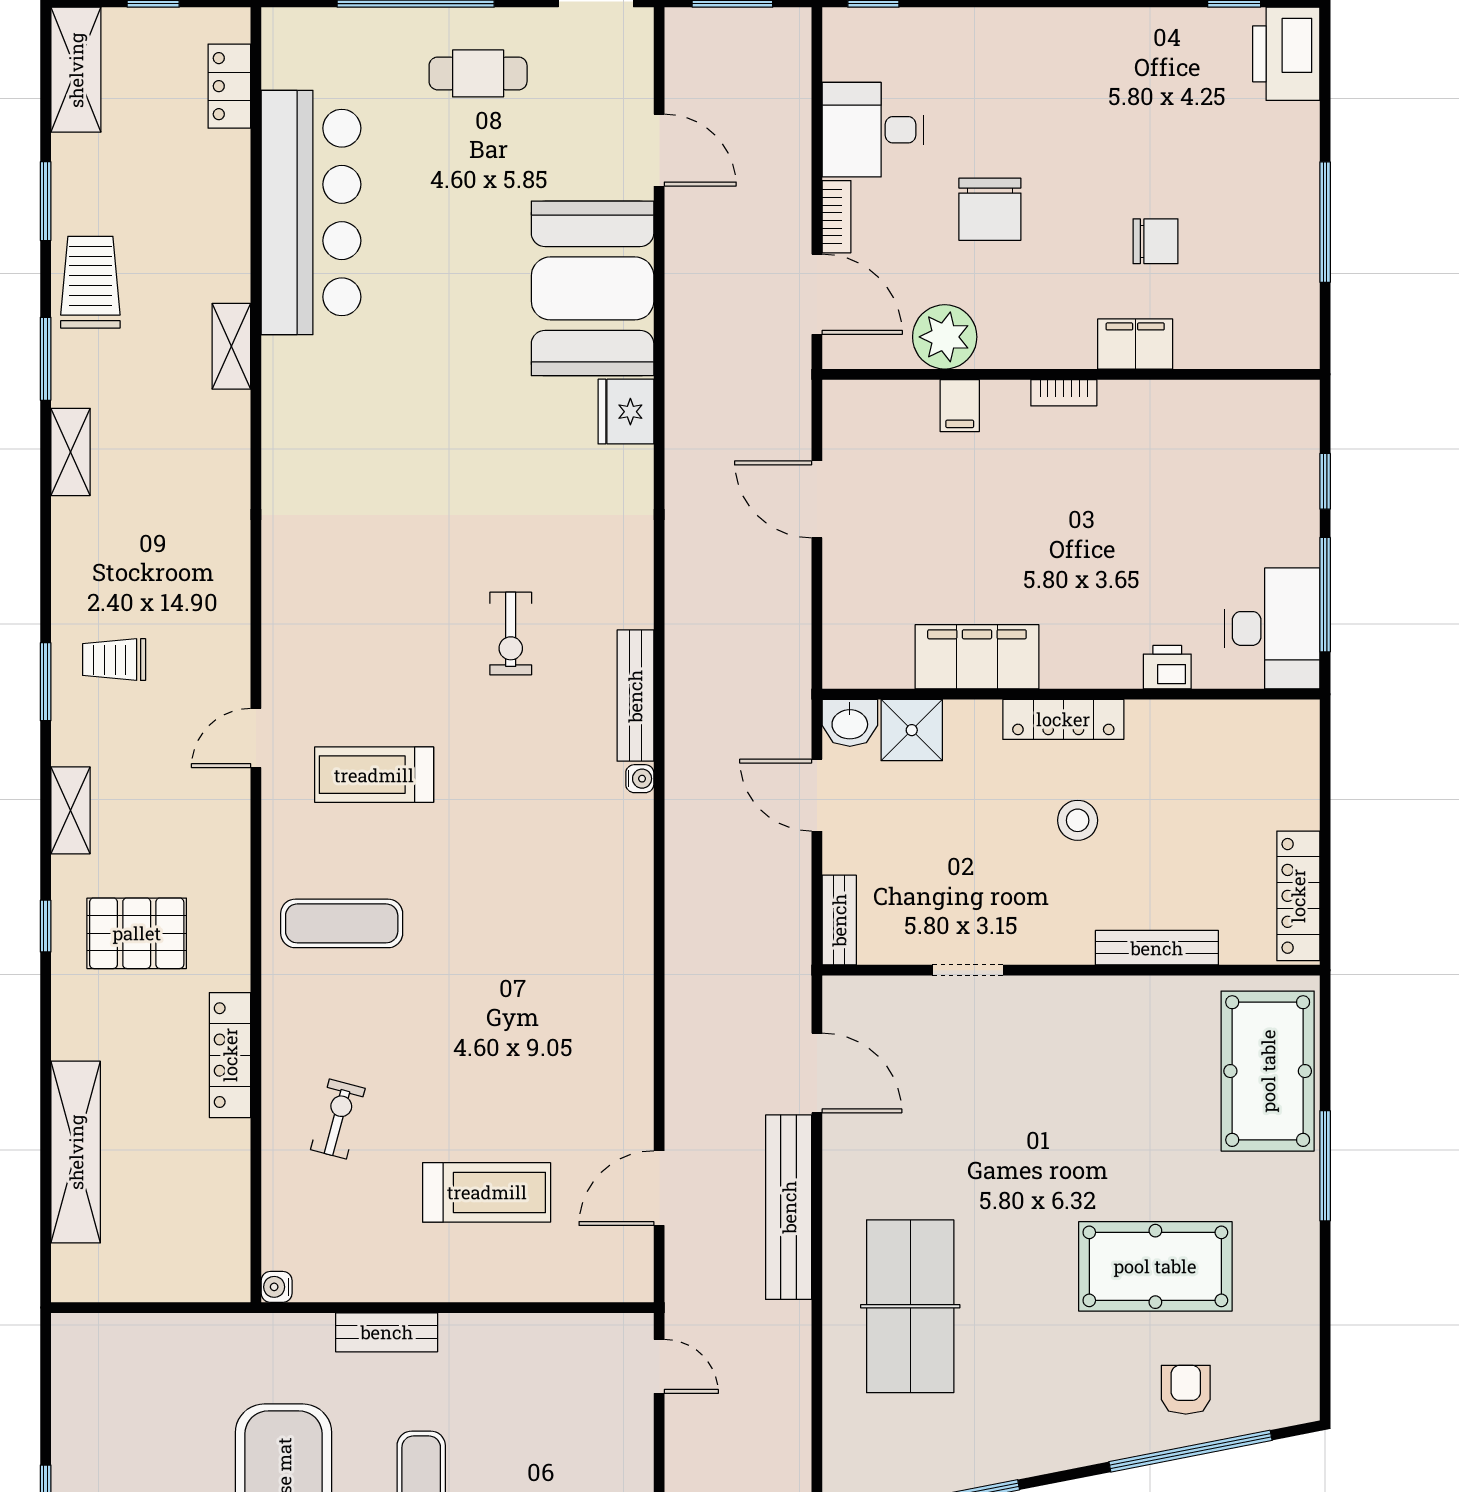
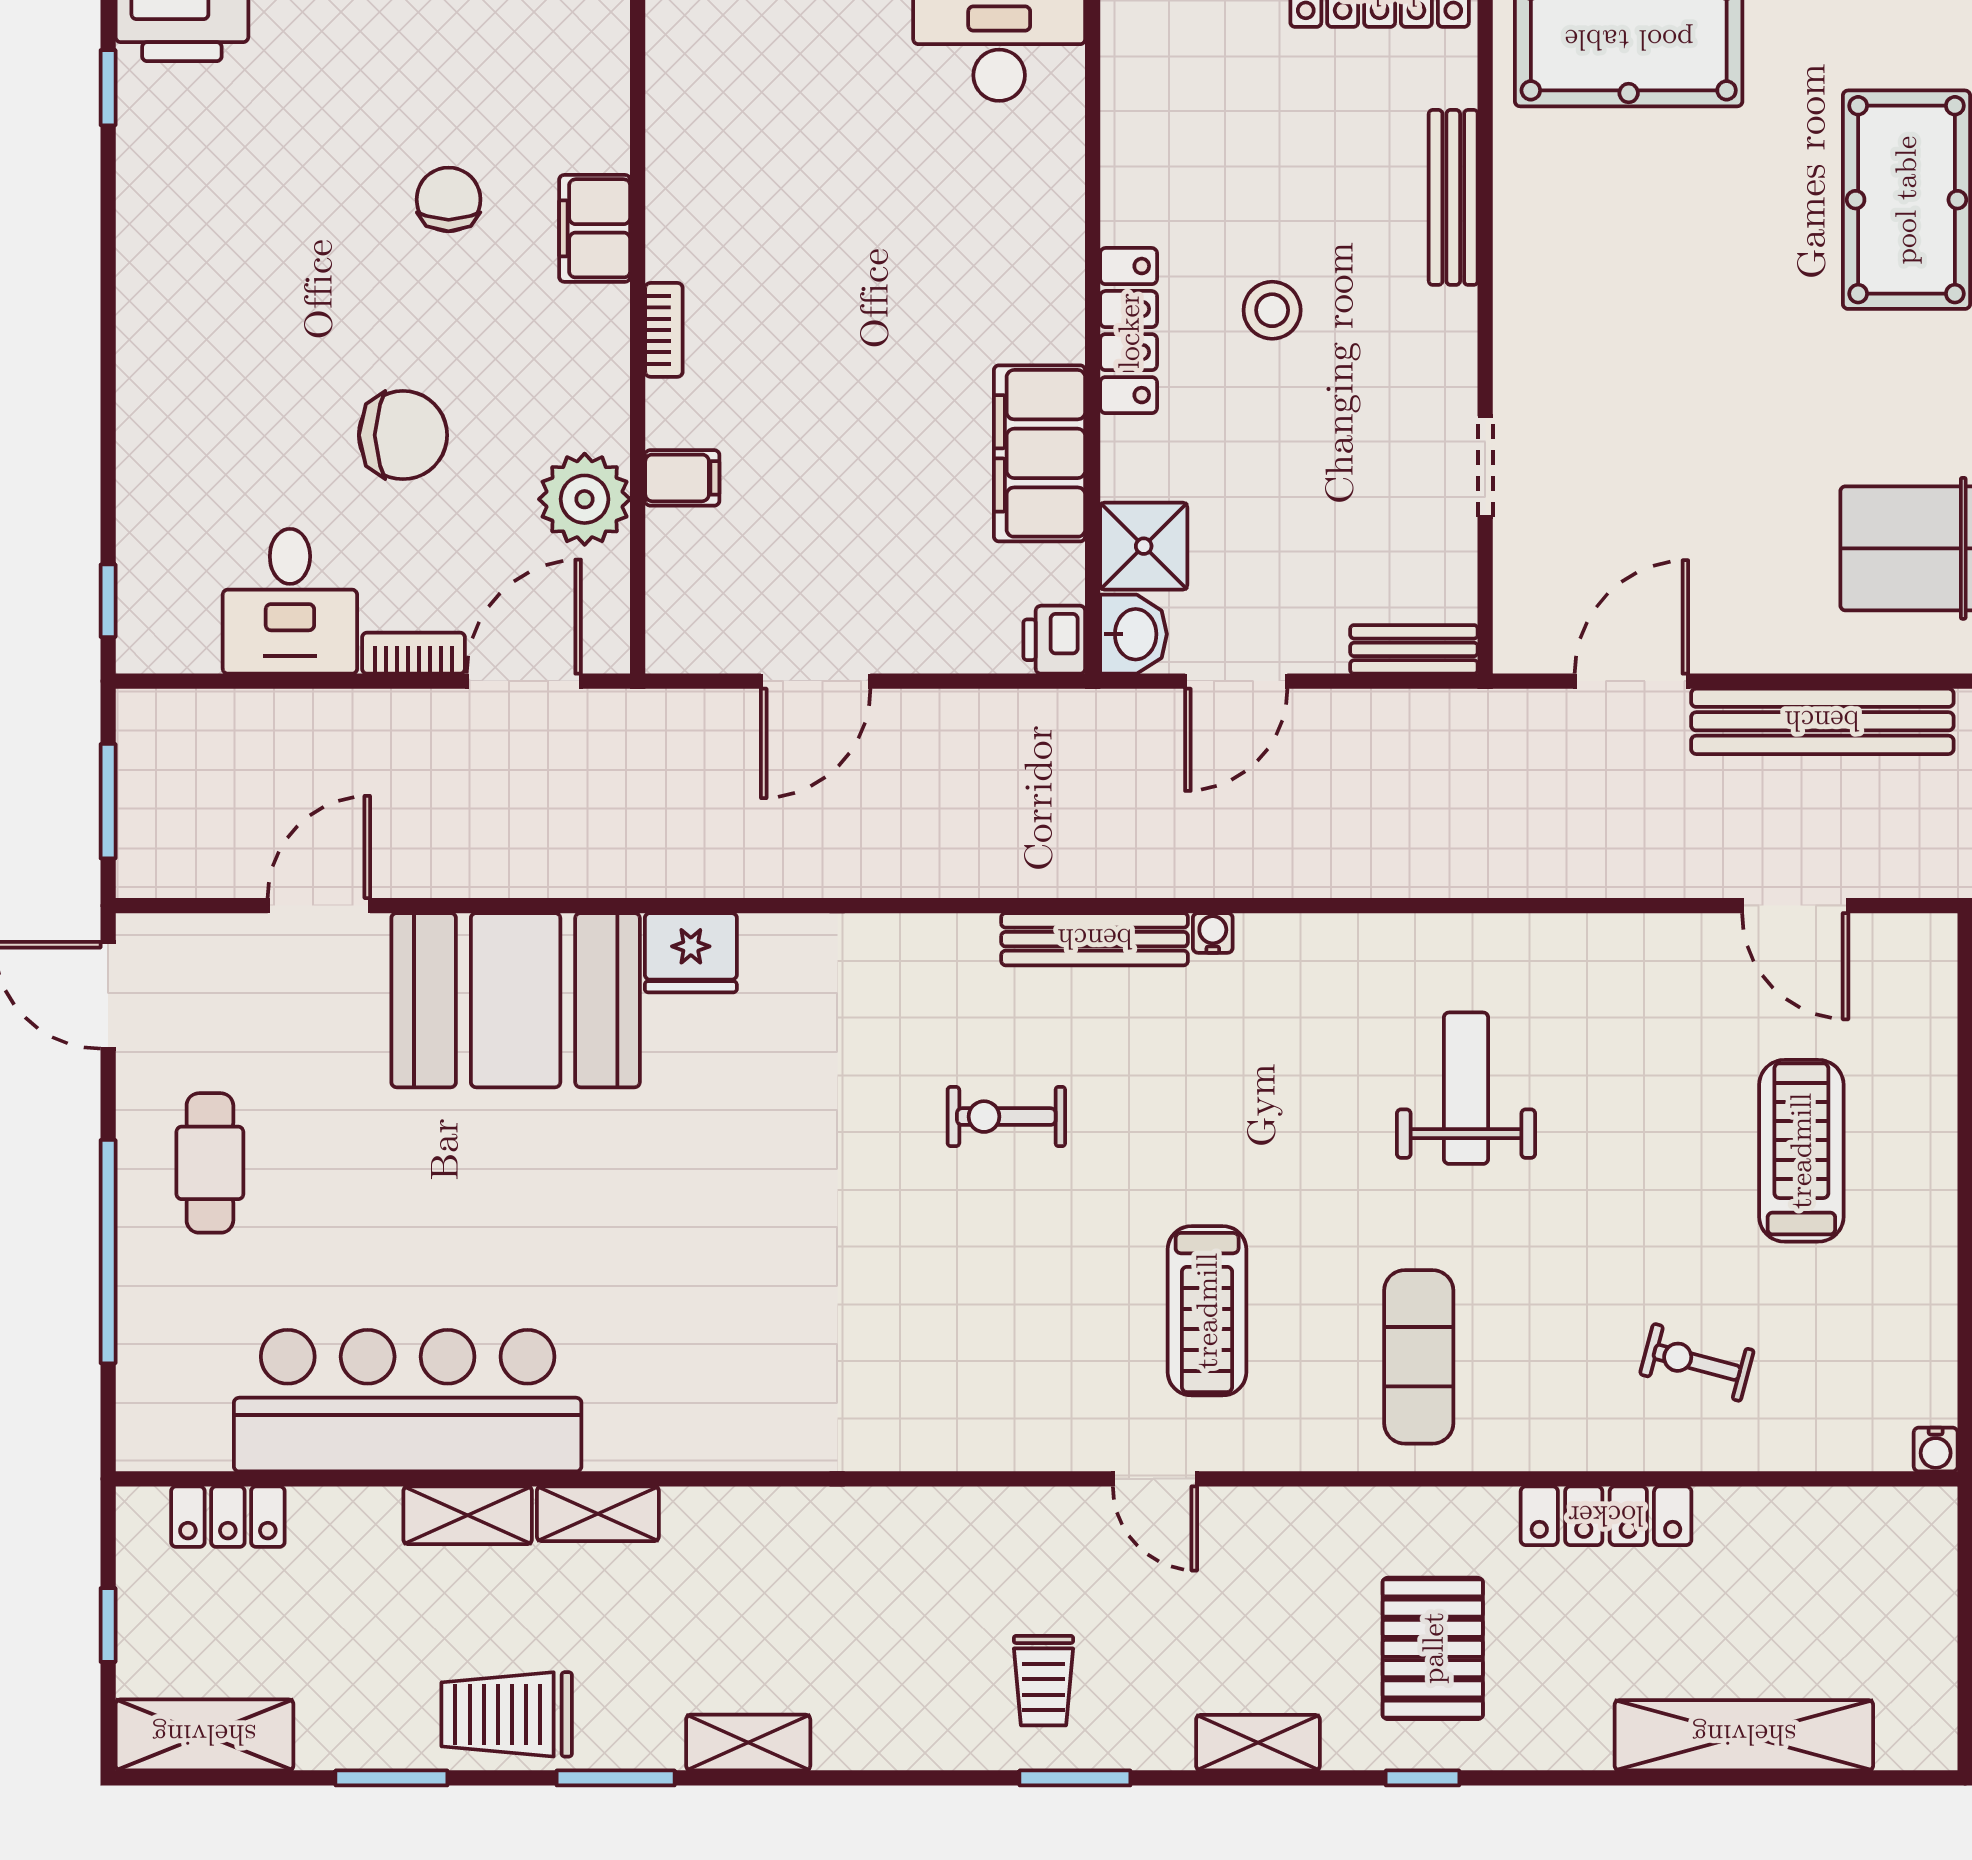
shelving: (230, 255) -> (468, 1515), added
exercise bike: (511, 633) -> (1006, 1117), turned 180
printer: (1167, 667) -> (1054, 640), moved
weight bench: (531, 957) -> (1466, 1088), added

